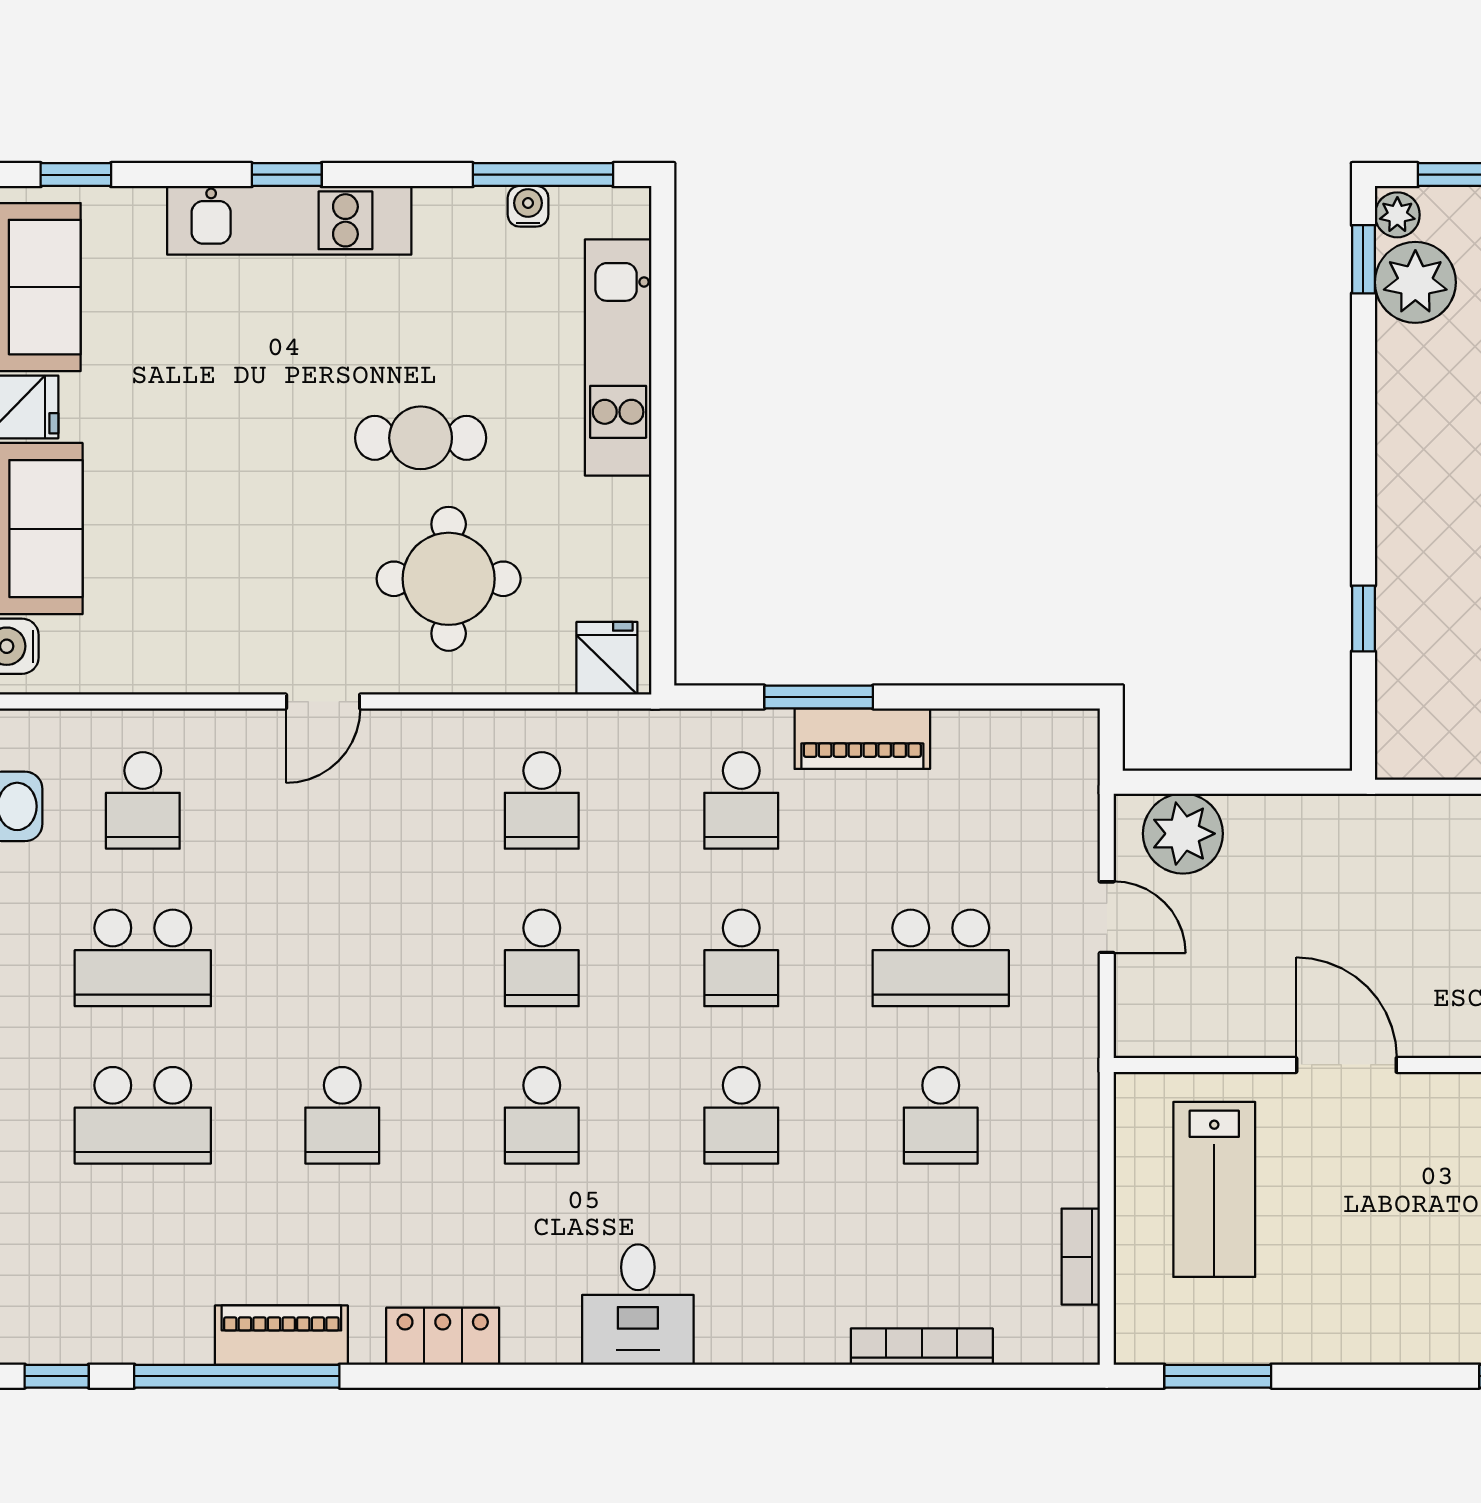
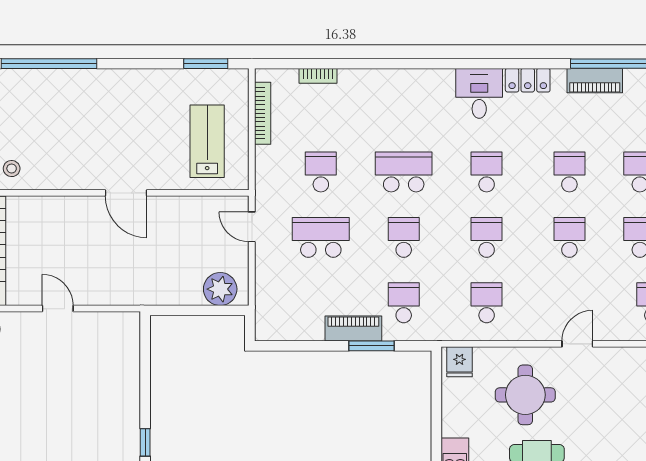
window: (1363, 619) -> (145, 442), moved
door: (1107, 917) -> (252, 227), moved
school desk: (342, 958) -> (569, 237), added
door: (1346, 1065) -> (126, 193), moved
school desk: (741, 1115) -> (404, 172), width x1.85
bookcase: (1081, 1257) -> (263, 113), width x1.56
desk: (638, 1305) -> (479, 93), moved
bookcase: (922, 1347) -> (318, 76), width x0.64

